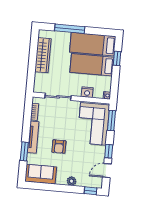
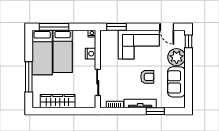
window: (117, 58) -> (54, 27), width x2.17
corner sofa: (93, 124) -> (139, 45), moved
window: (109, 151) -> (147, 27), removed
sofa: (41, 174) -> (176, 82), moved
plant: (71, 181) -> (177, 57), width x1.88, depth x1.88

